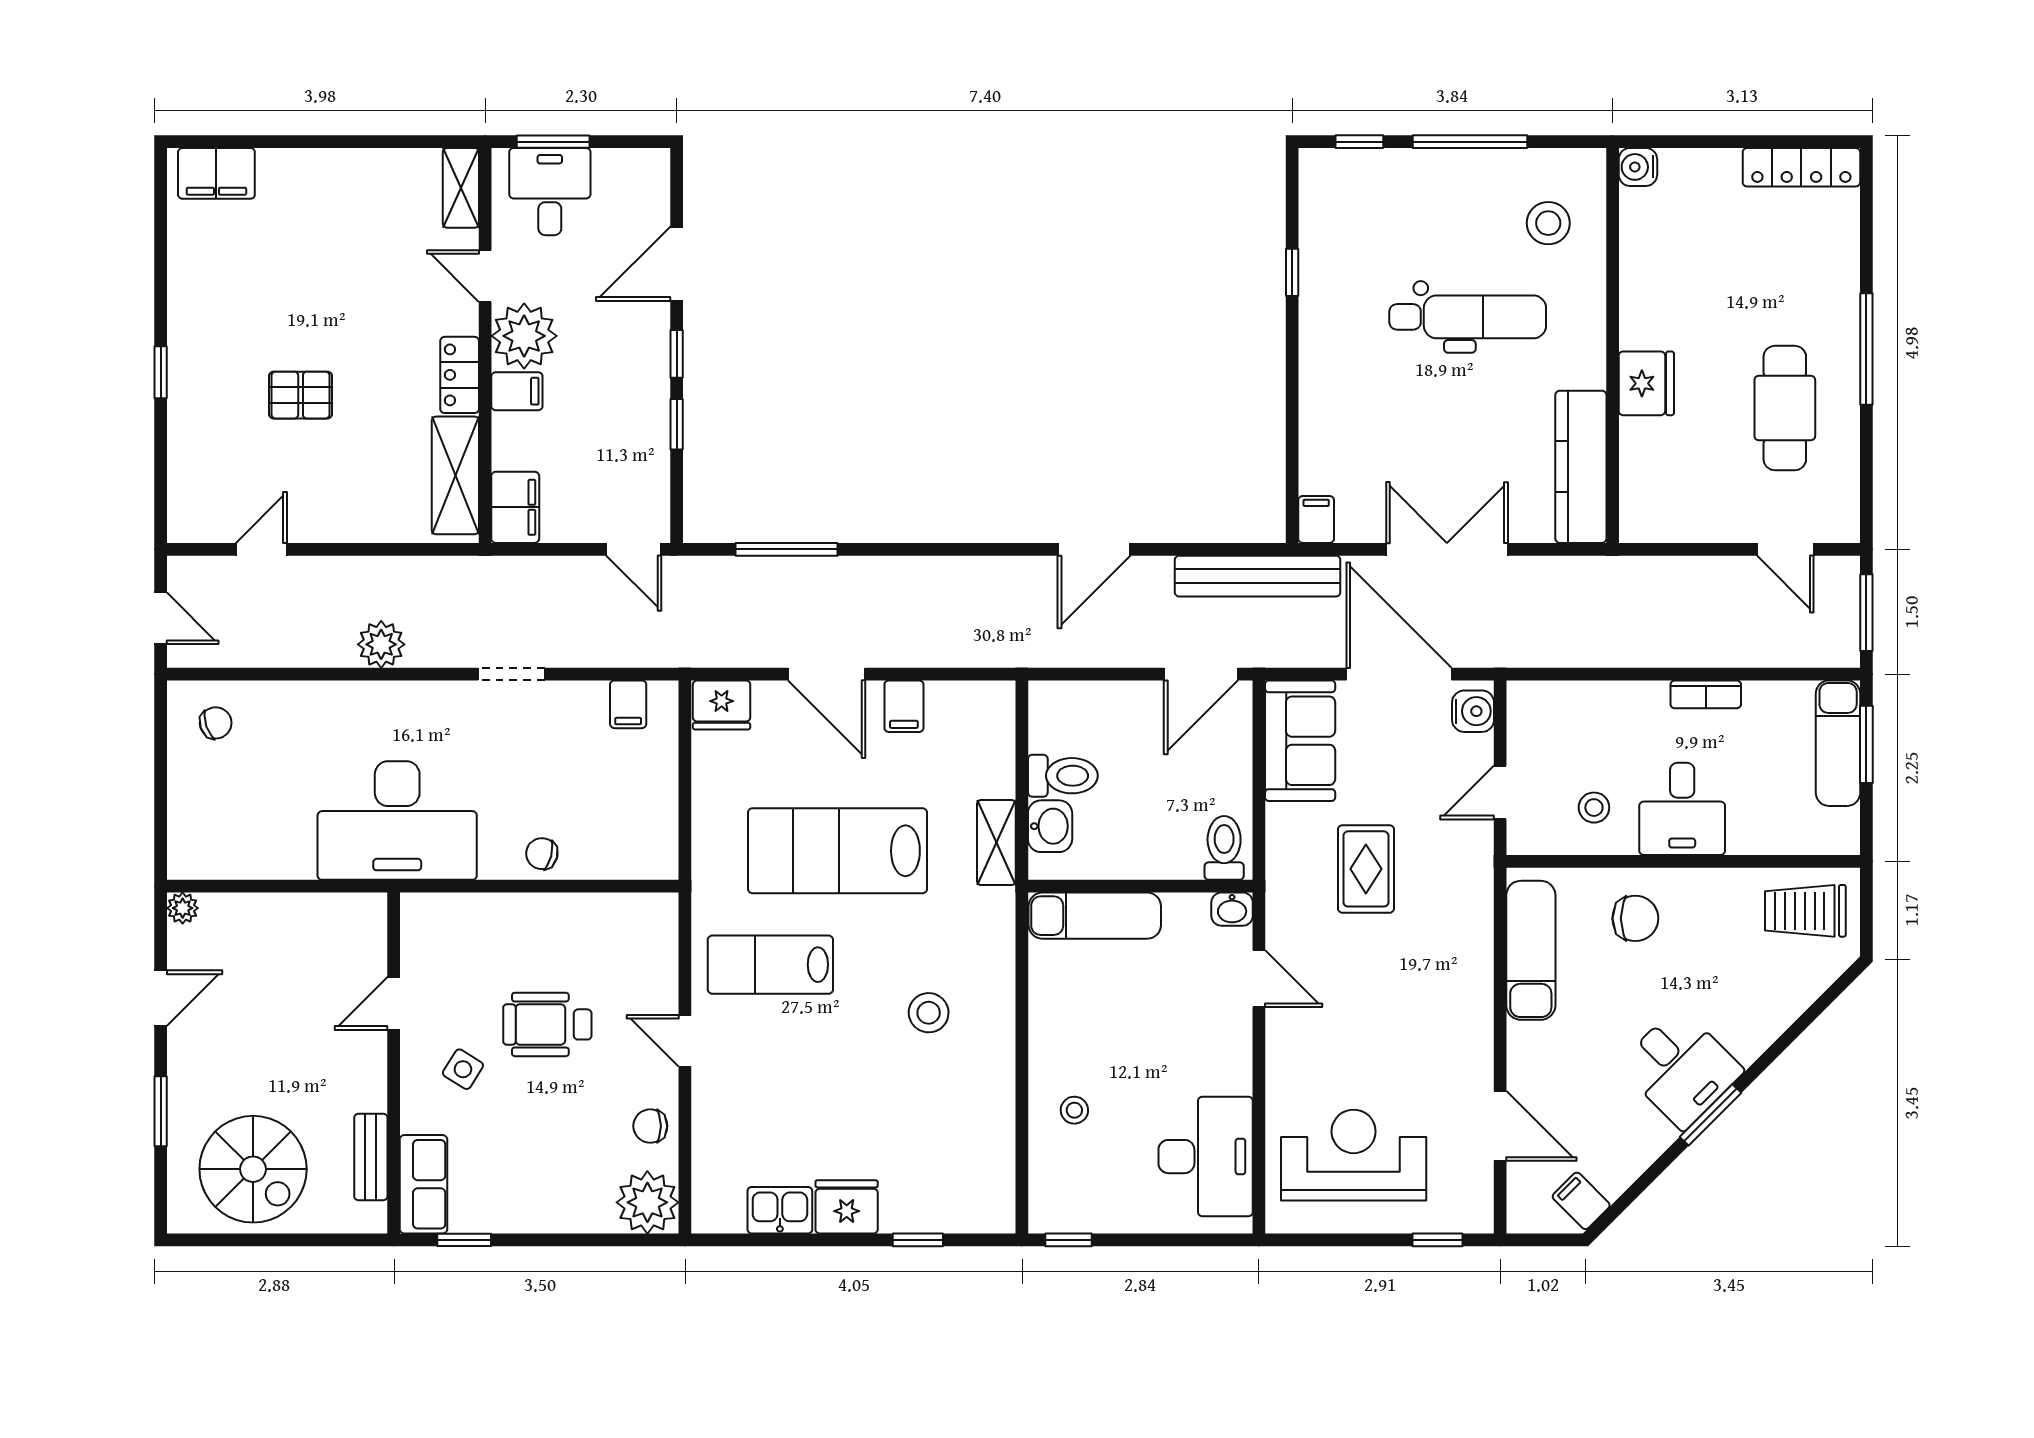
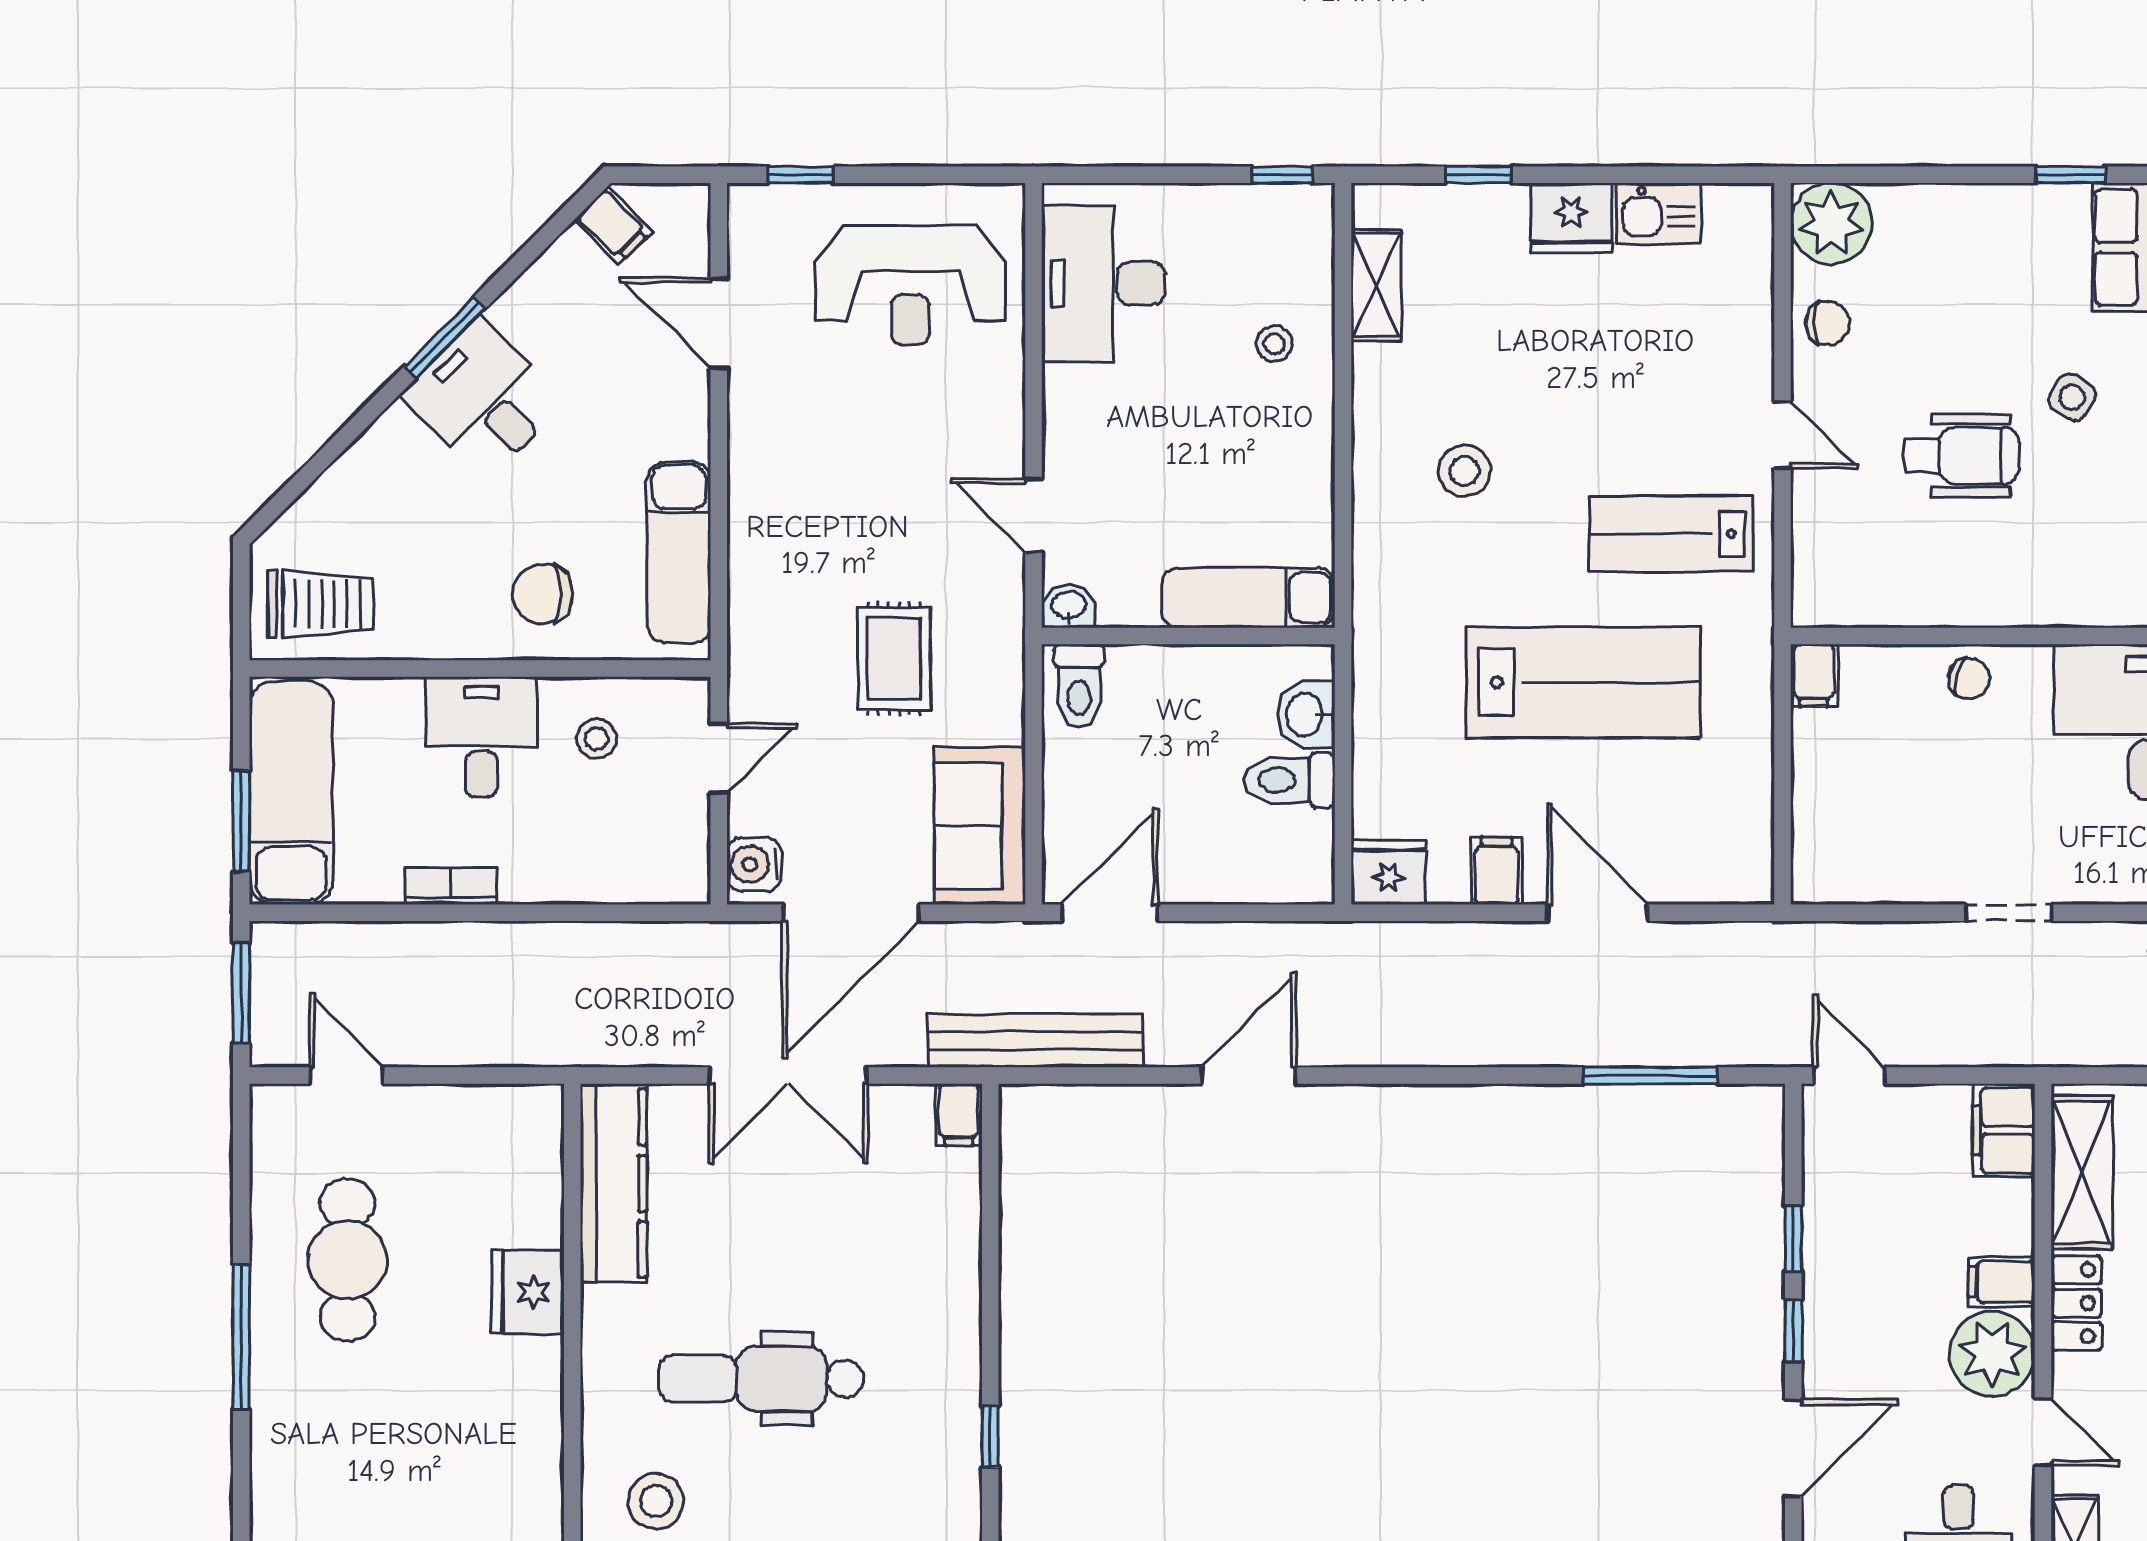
door: (1399, 674) -> (851, 913), hinge flipped
filing cabinet: (628, 704) -> (1814, 675), moved, turned 180
fridge: (722, 705) -> (1388, 872), moved
exam couch: (1838, 743) -> (291, 793), width x1.36, depth x1.45
shelving: (996, 843) -> (1376, 285), moved
lab bench: (770, 965) -> (1671, 534), turned 180

